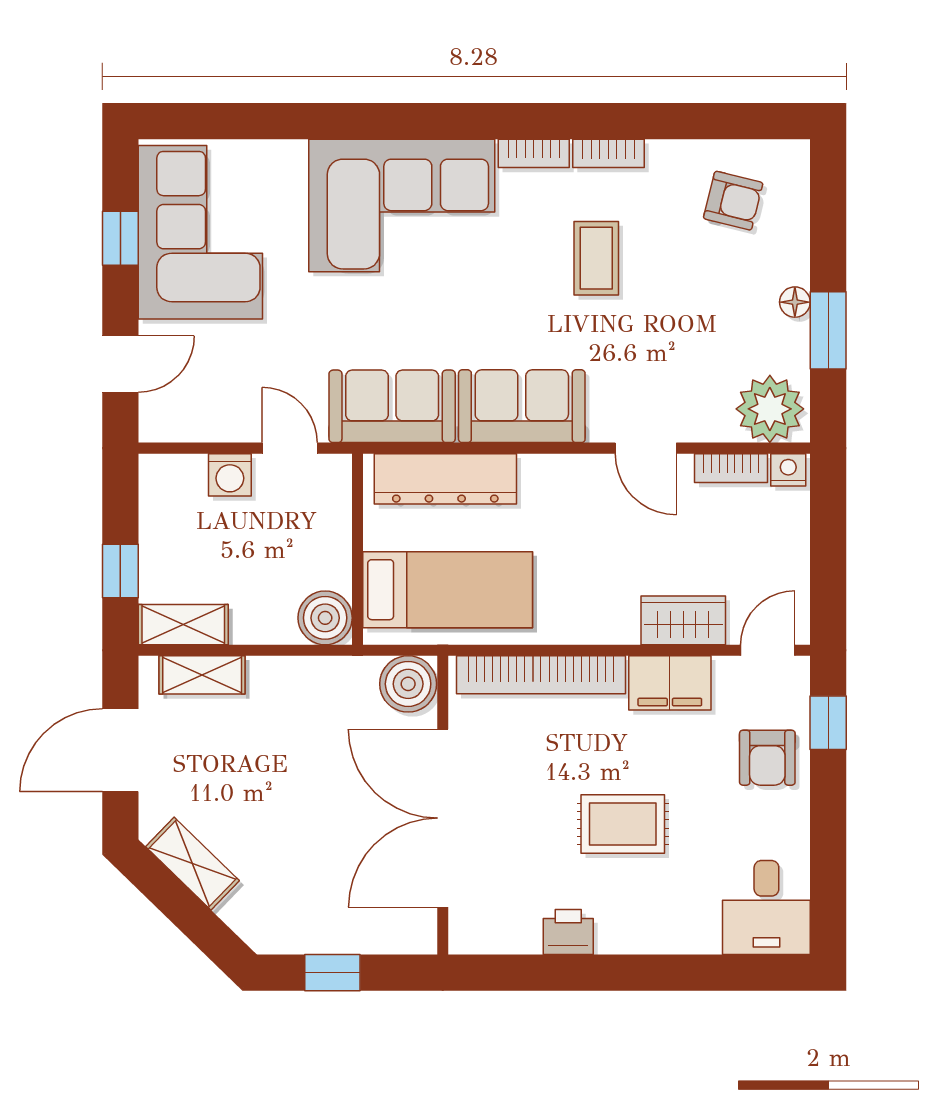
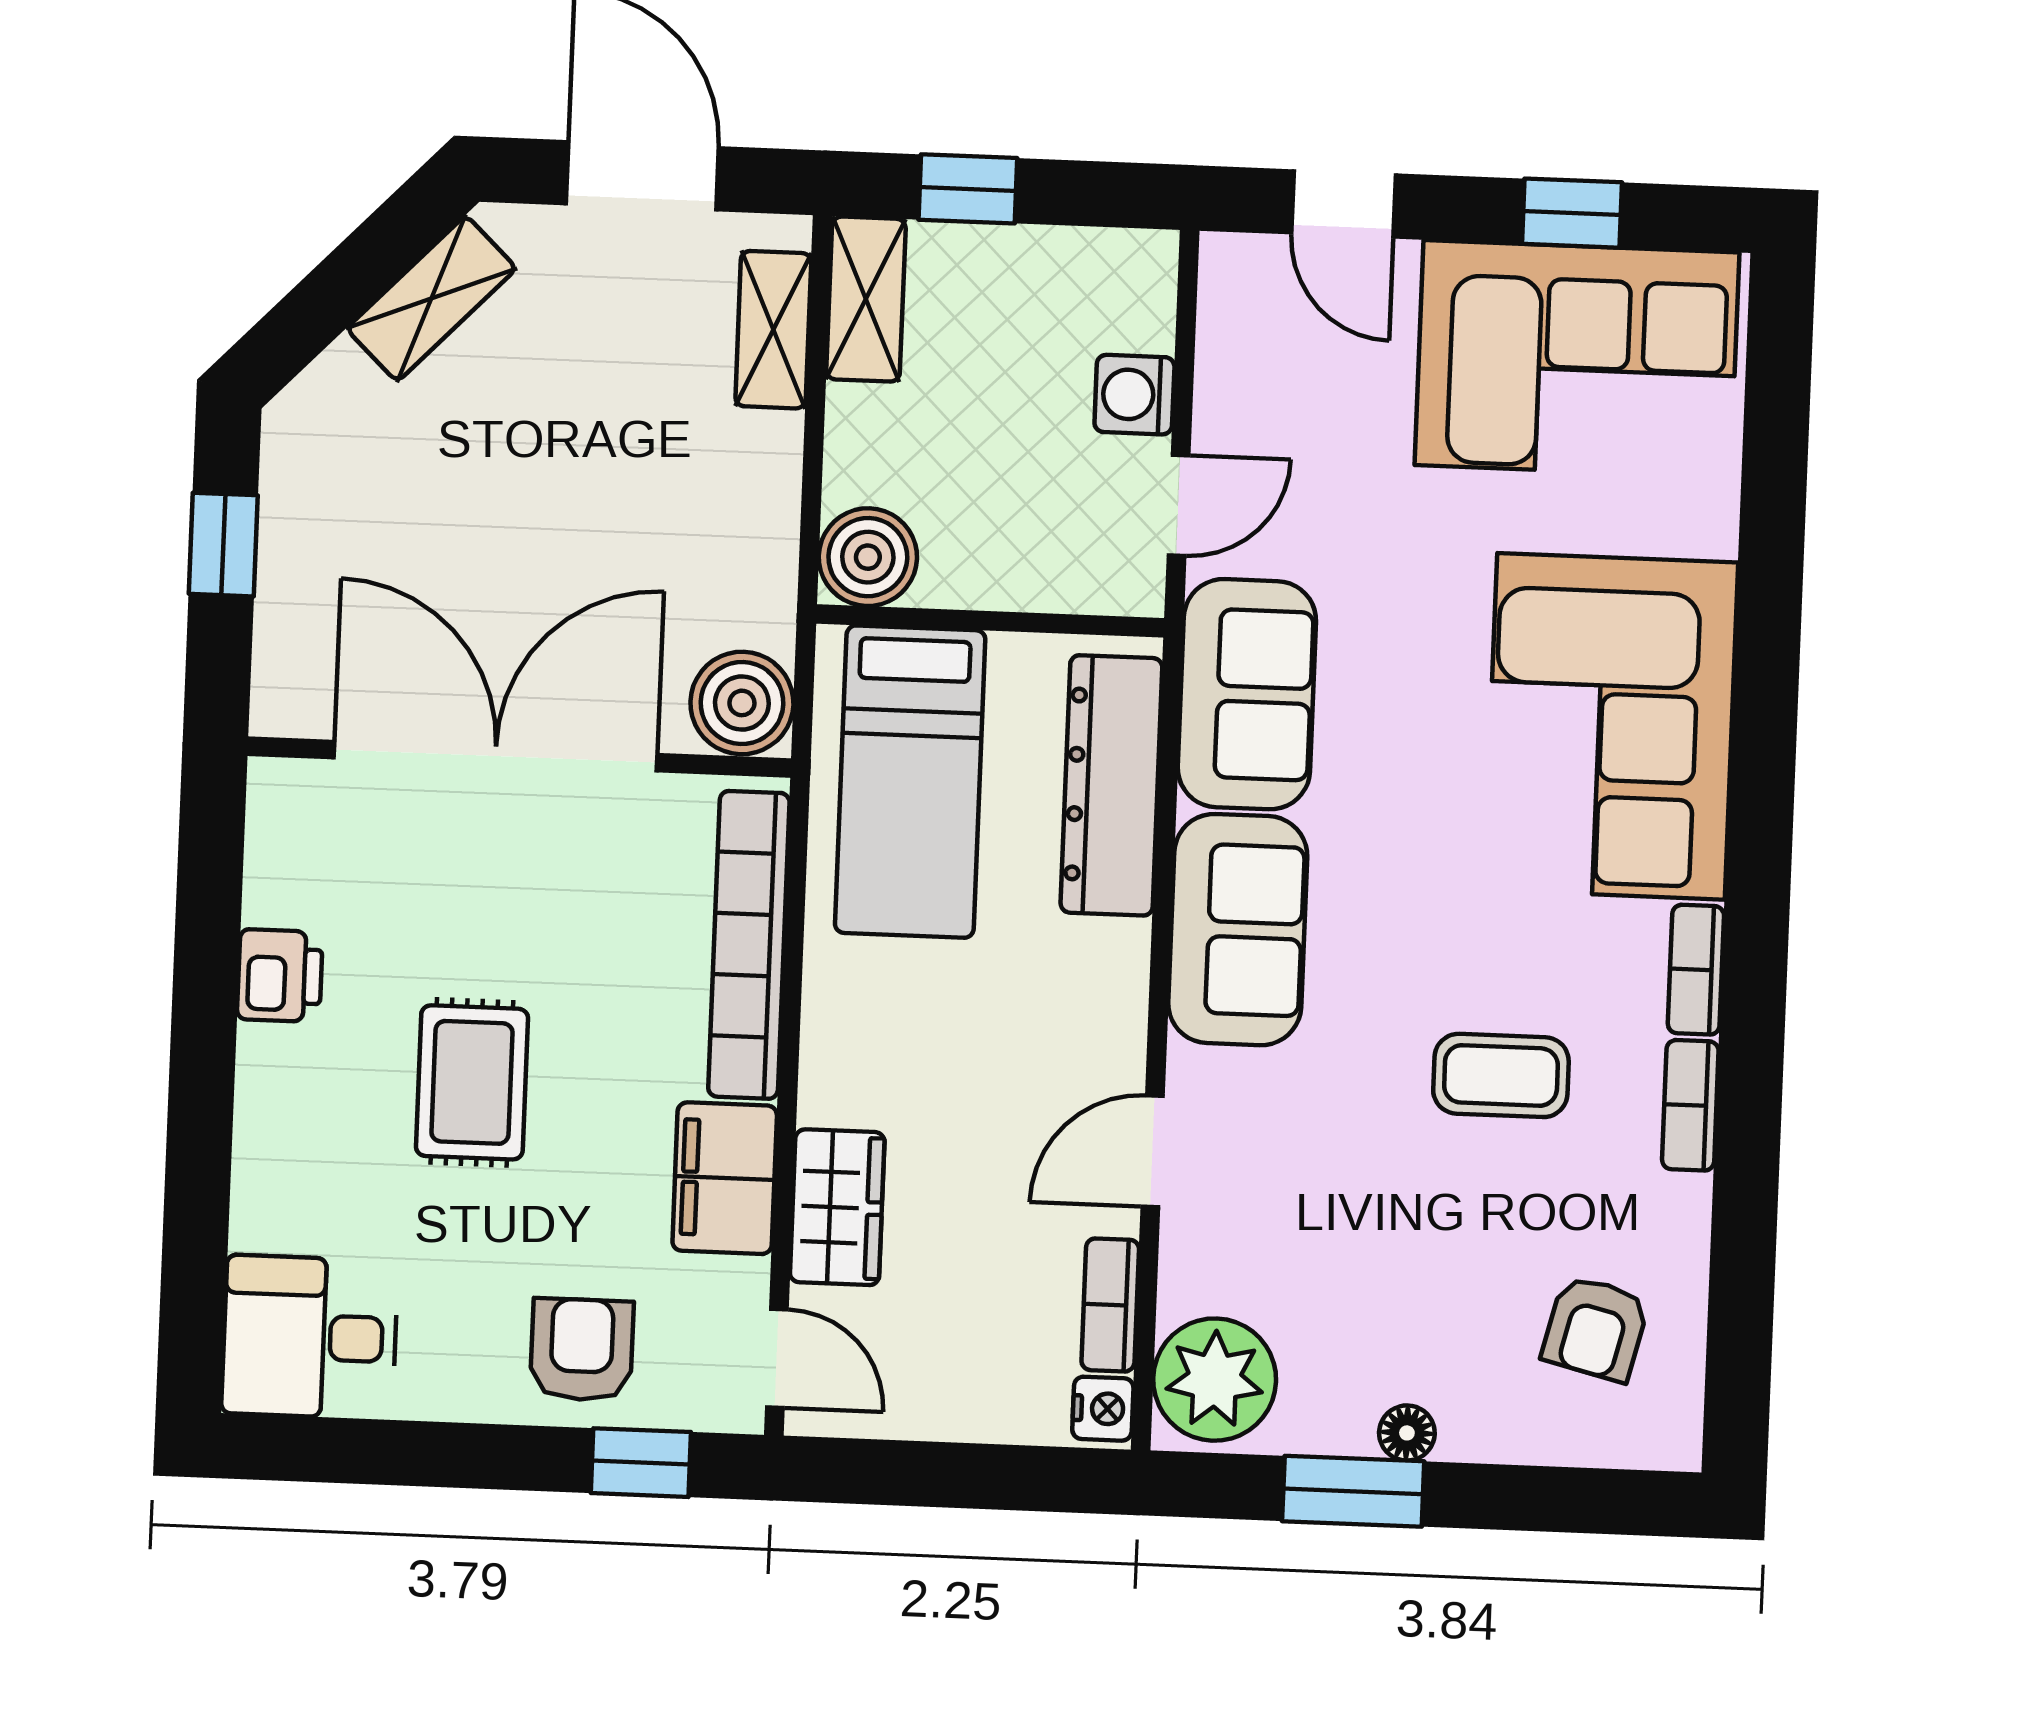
armchair: (767, 758) -> (582, 1350), turned 90

